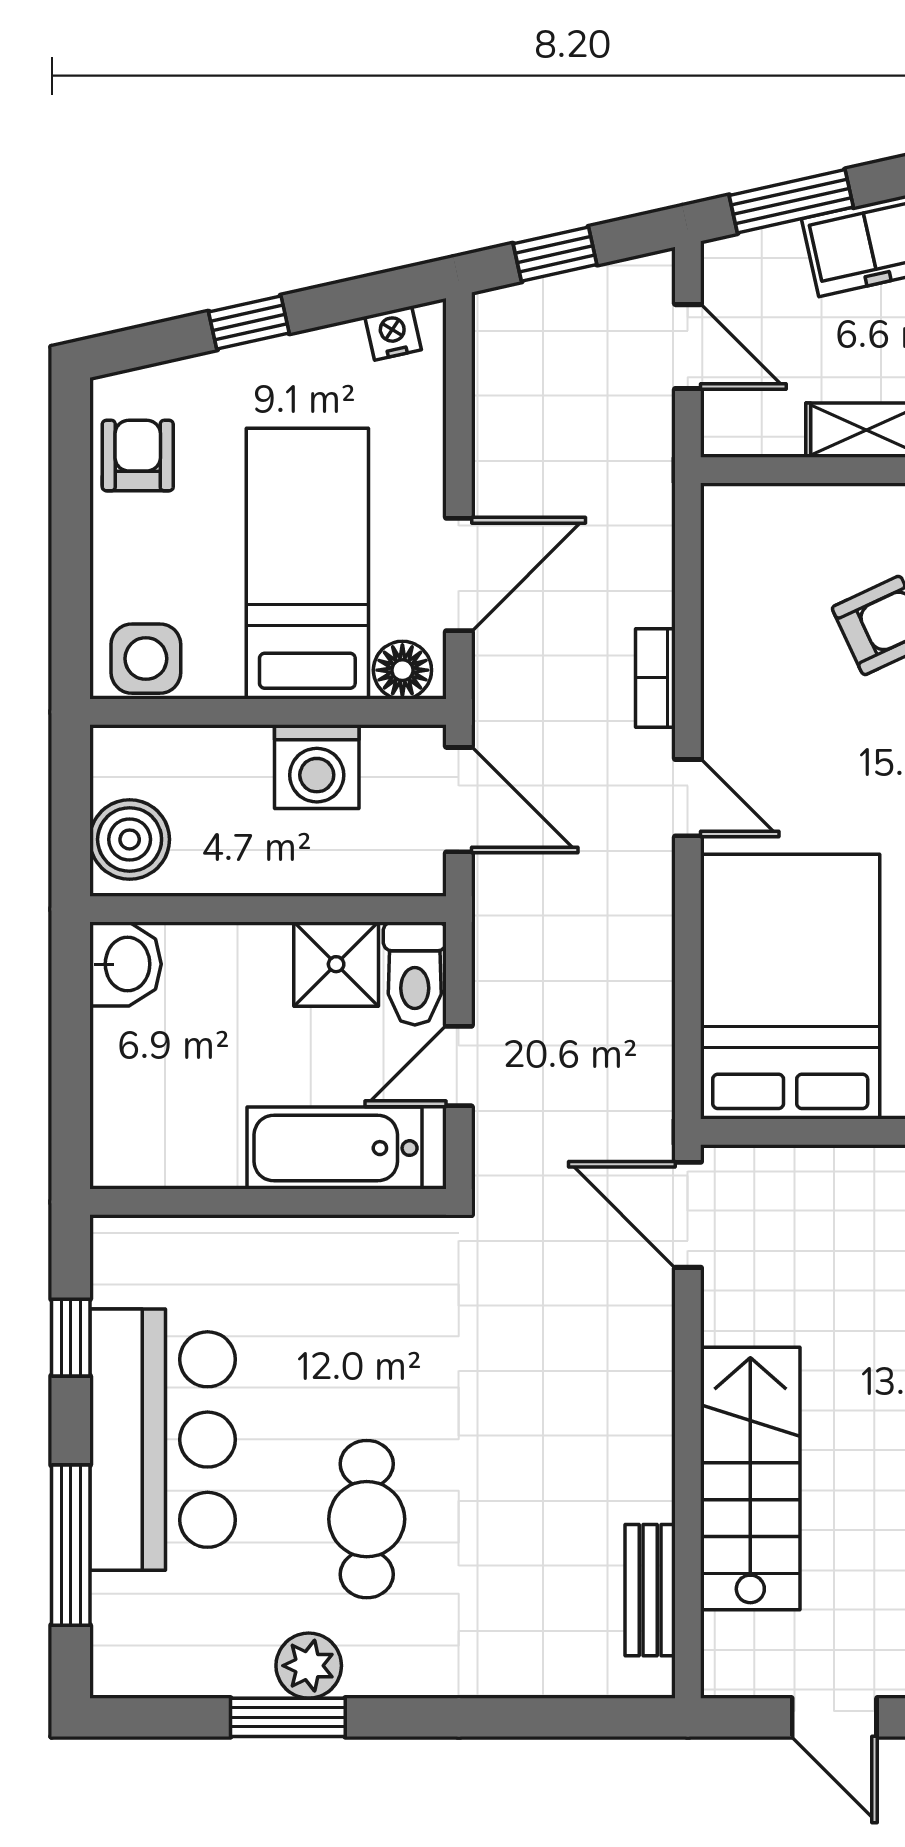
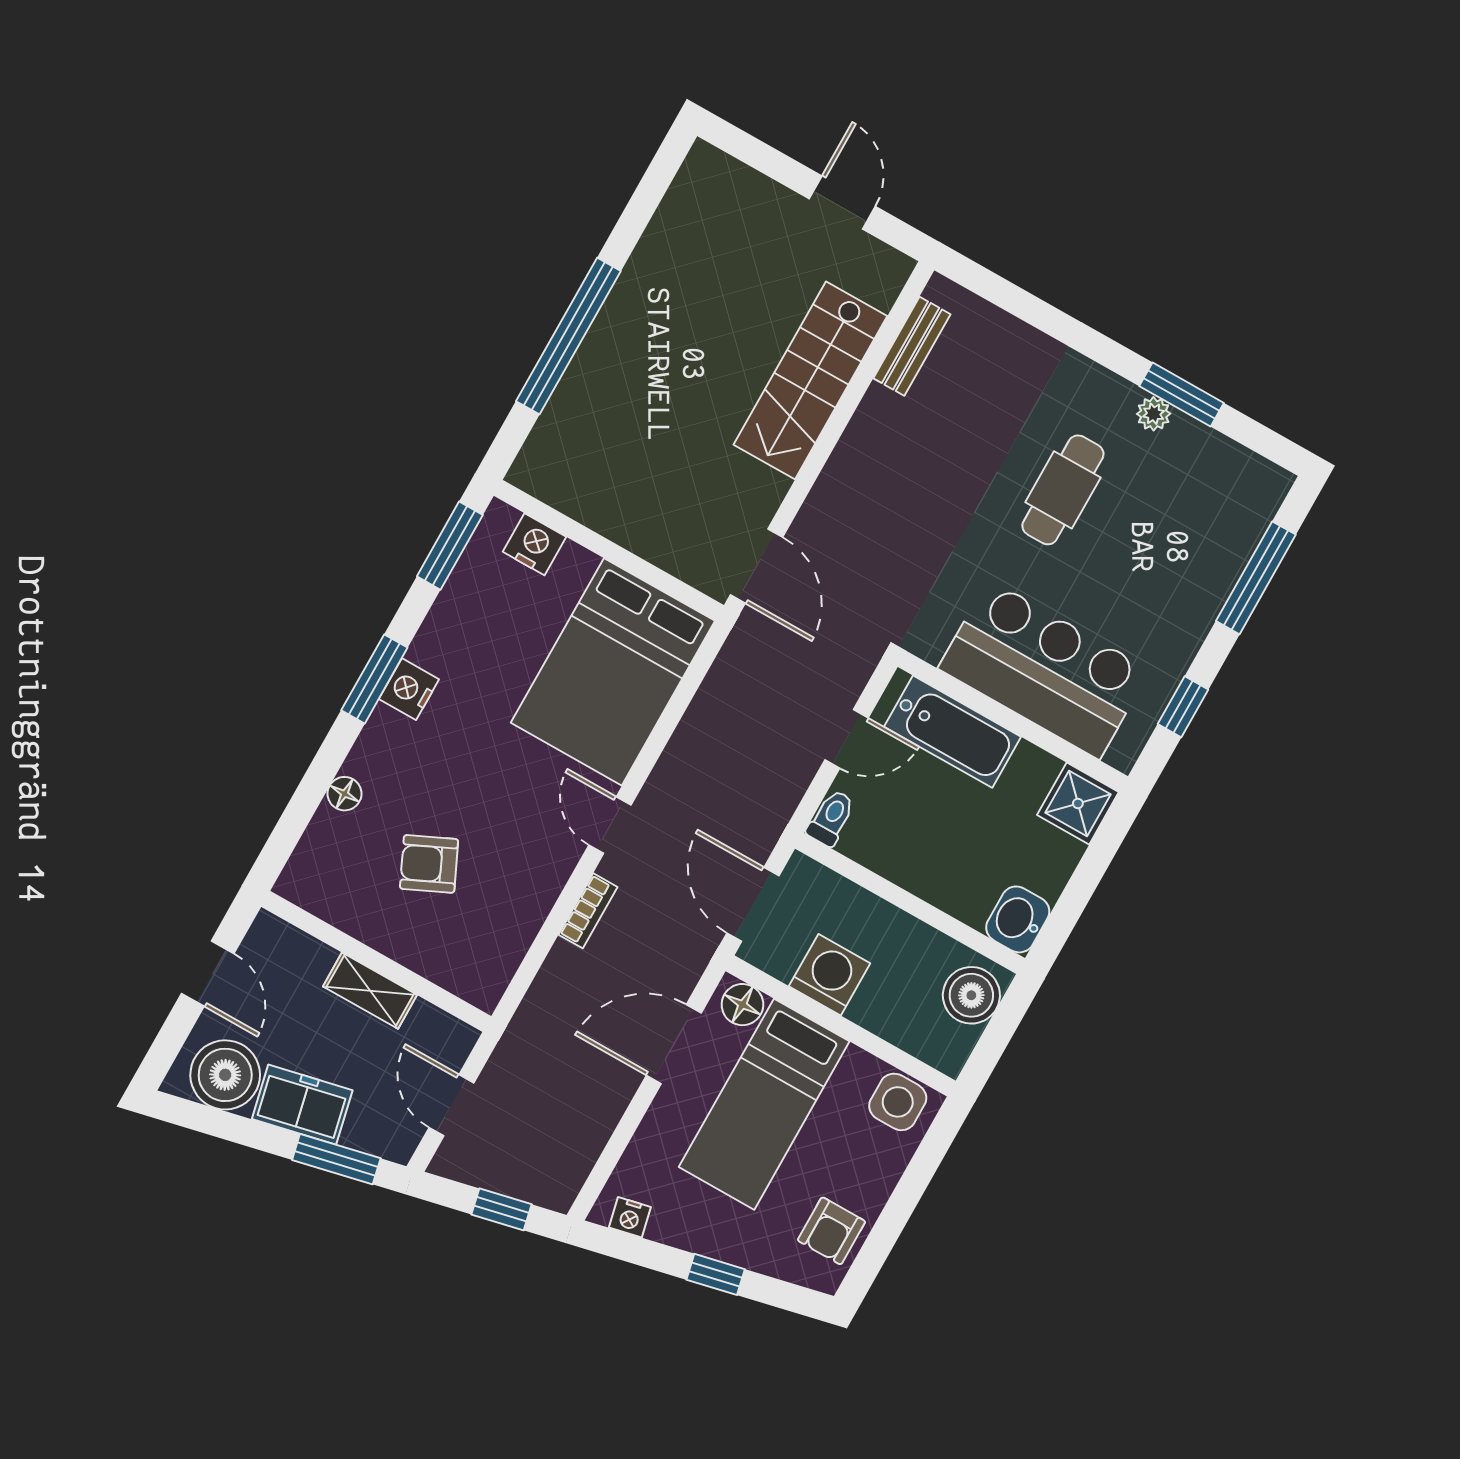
shower: (336, 964) -> (1078, 803), moved
toilet: (415, 974) -> (831, 818), width x0.73, depth x0.72
bar counter: (162, 1440) -> (1044, 669), moved, turned 90
plant: (309, 1666) -> (1154, 414), width x0.73, depth x0.73

